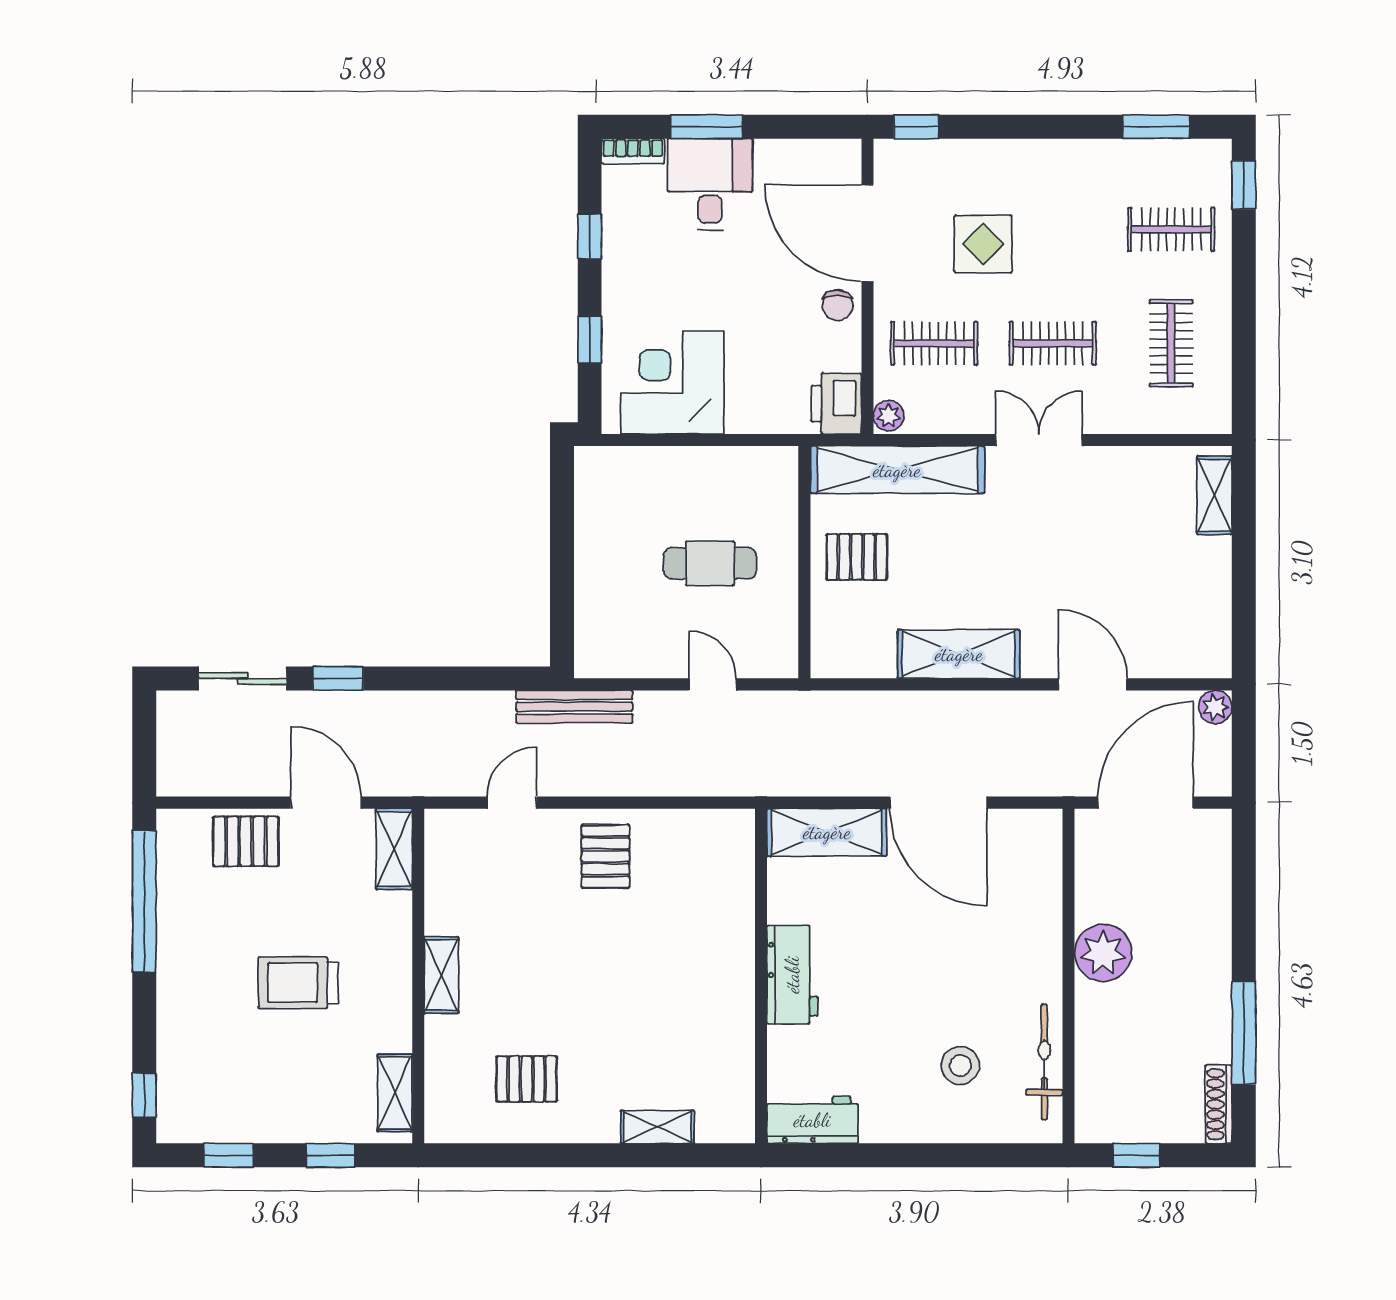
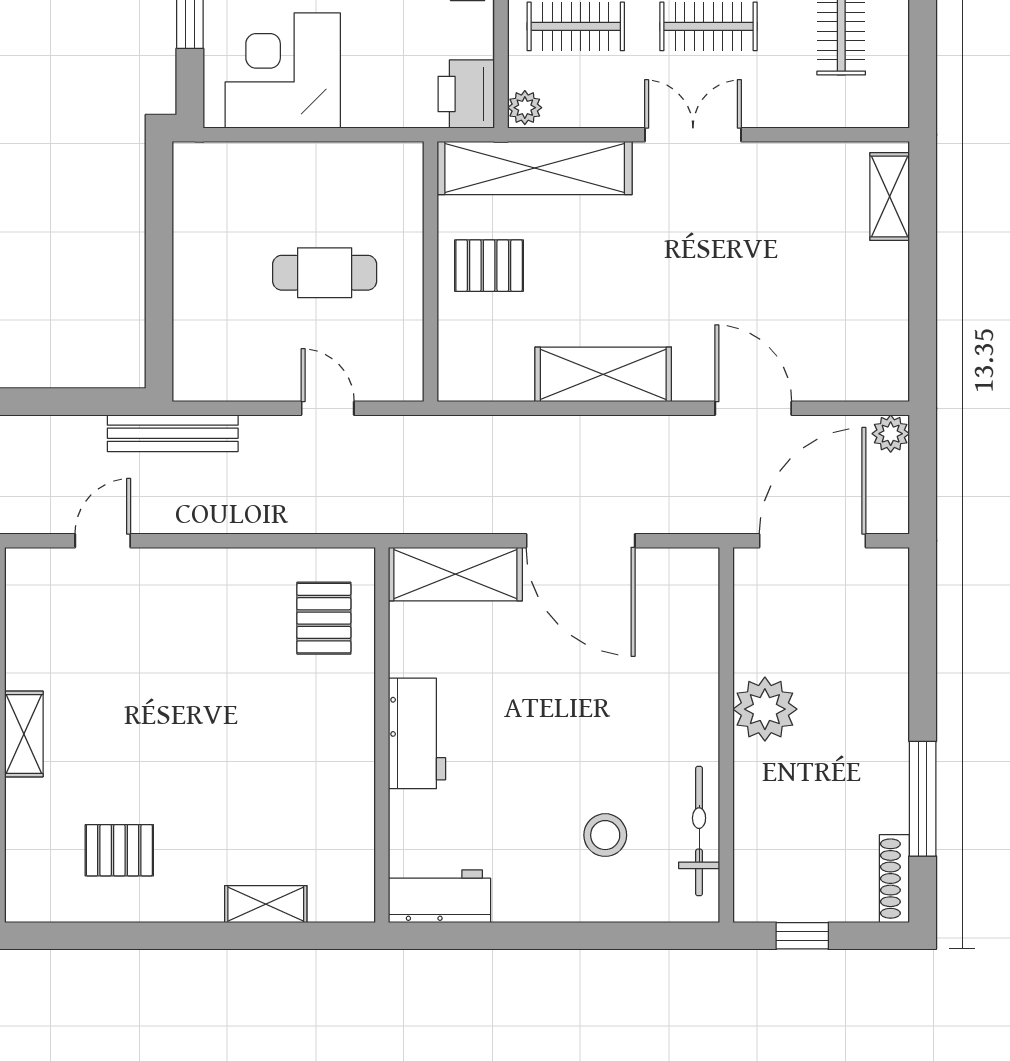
pallet: (605, 856) -> (324, 618), moved

